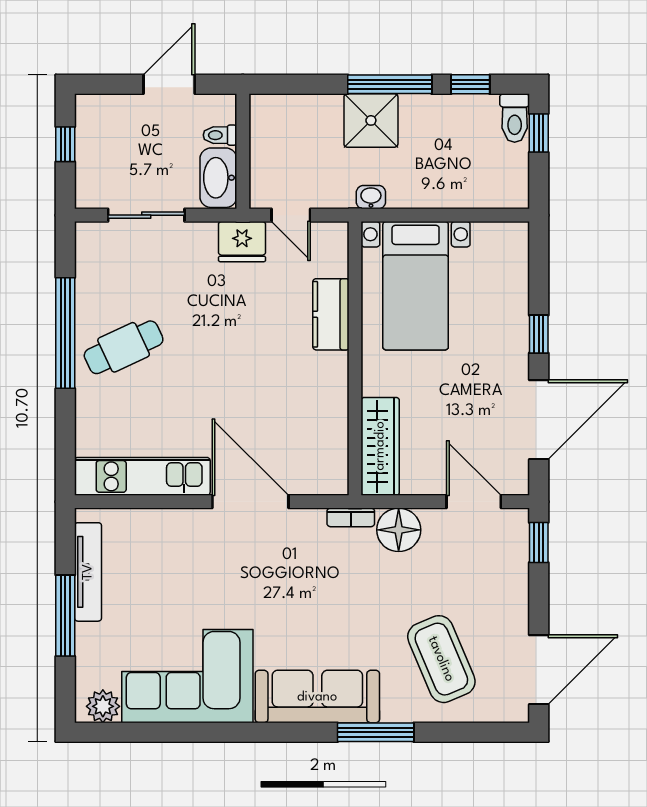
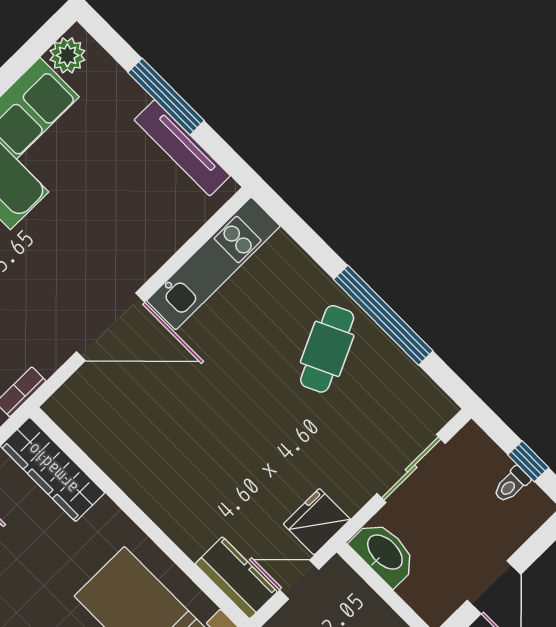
toilet: (220, 135) -> (512, 485), moved, turned 180
kitchen counter: (331, 314) -> (236, 578), moved

